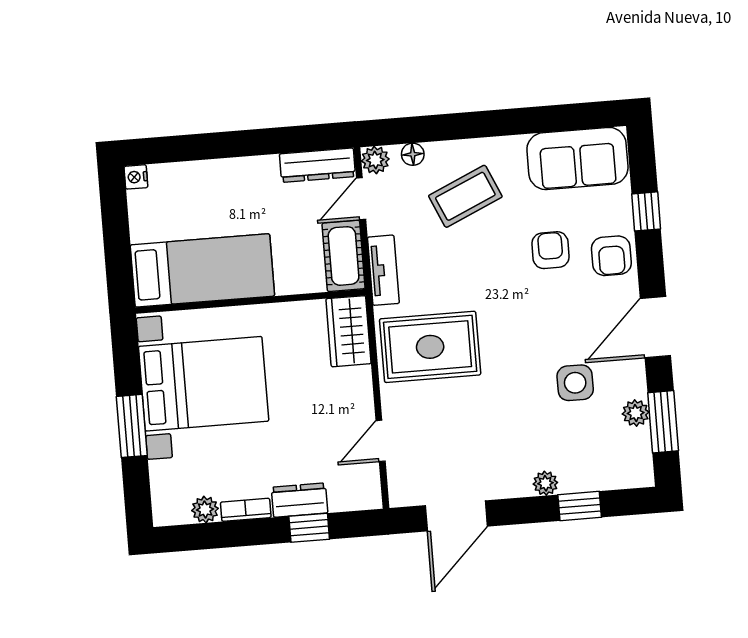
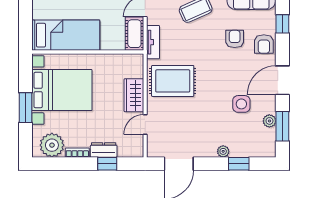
wardrobe: (348, 331) -> (134, 95), moved
plant: (205, 510) -> (52, 145), width x1.88, depth x1.88

